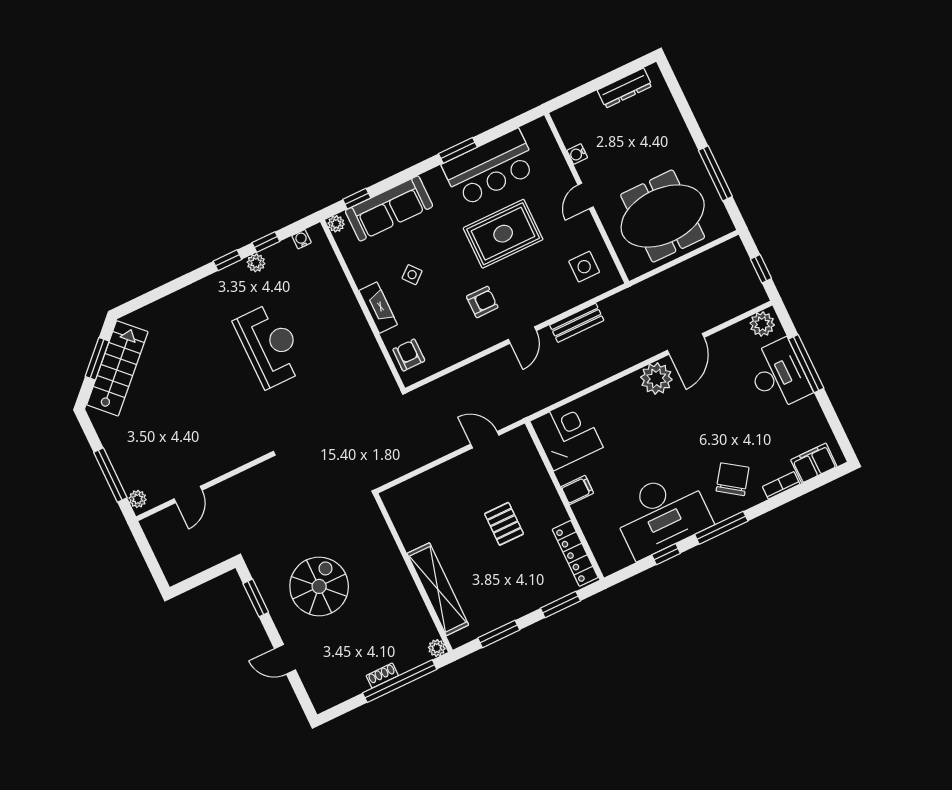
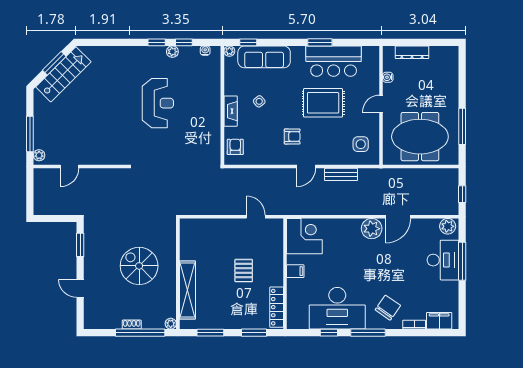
dresser: (625, 88) -> (412, 52), moved
spiral stairs: (319, 586) -> (139, 266), moved, turned -90

